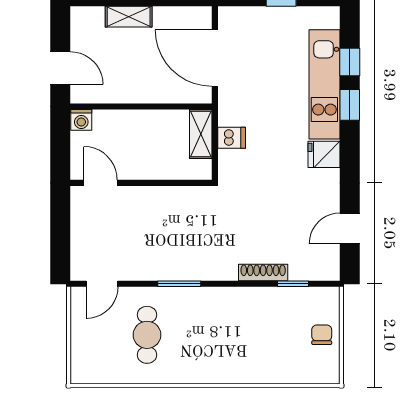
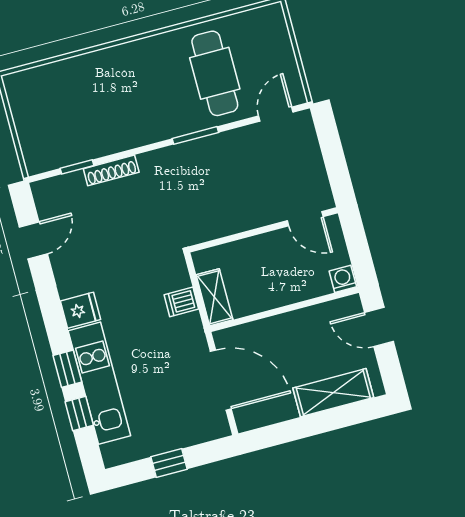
shelving: (129, 17) -> (333, 393), width x1.50, depth x1.33
cafe table: (147, 335) -> (215, 73), width x1.37, depth x1.35
chair: (322, 335) -> (33, 122), removed

